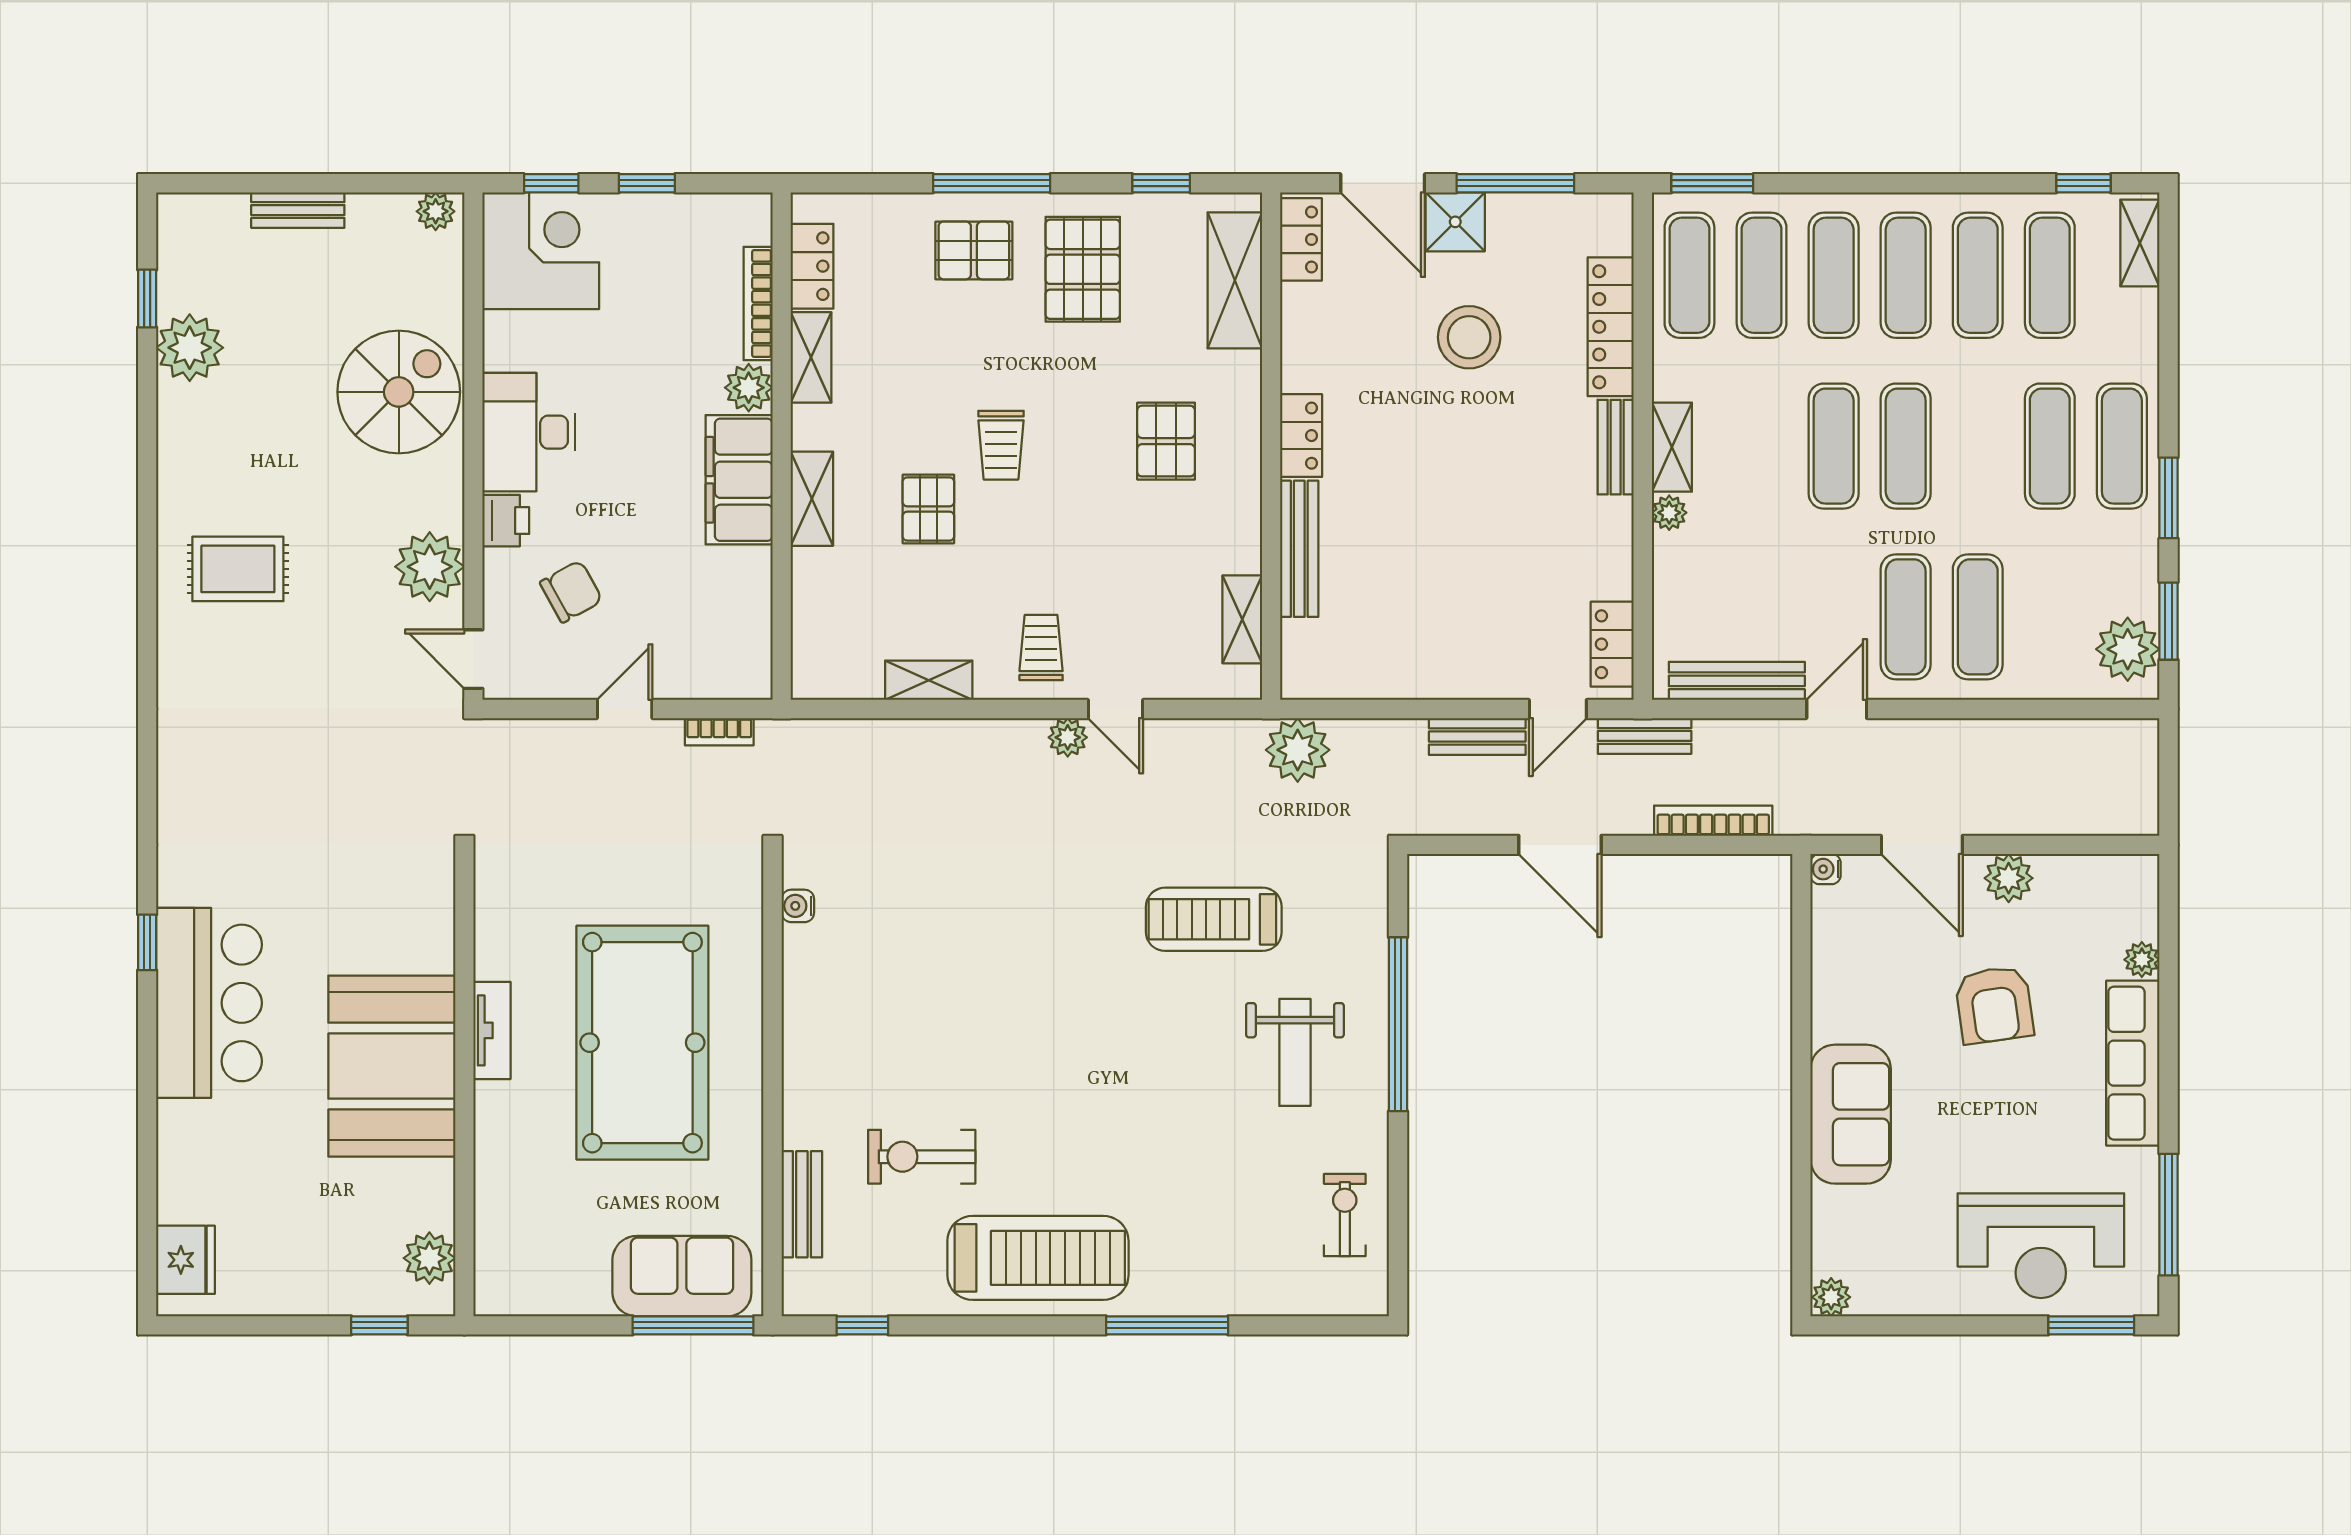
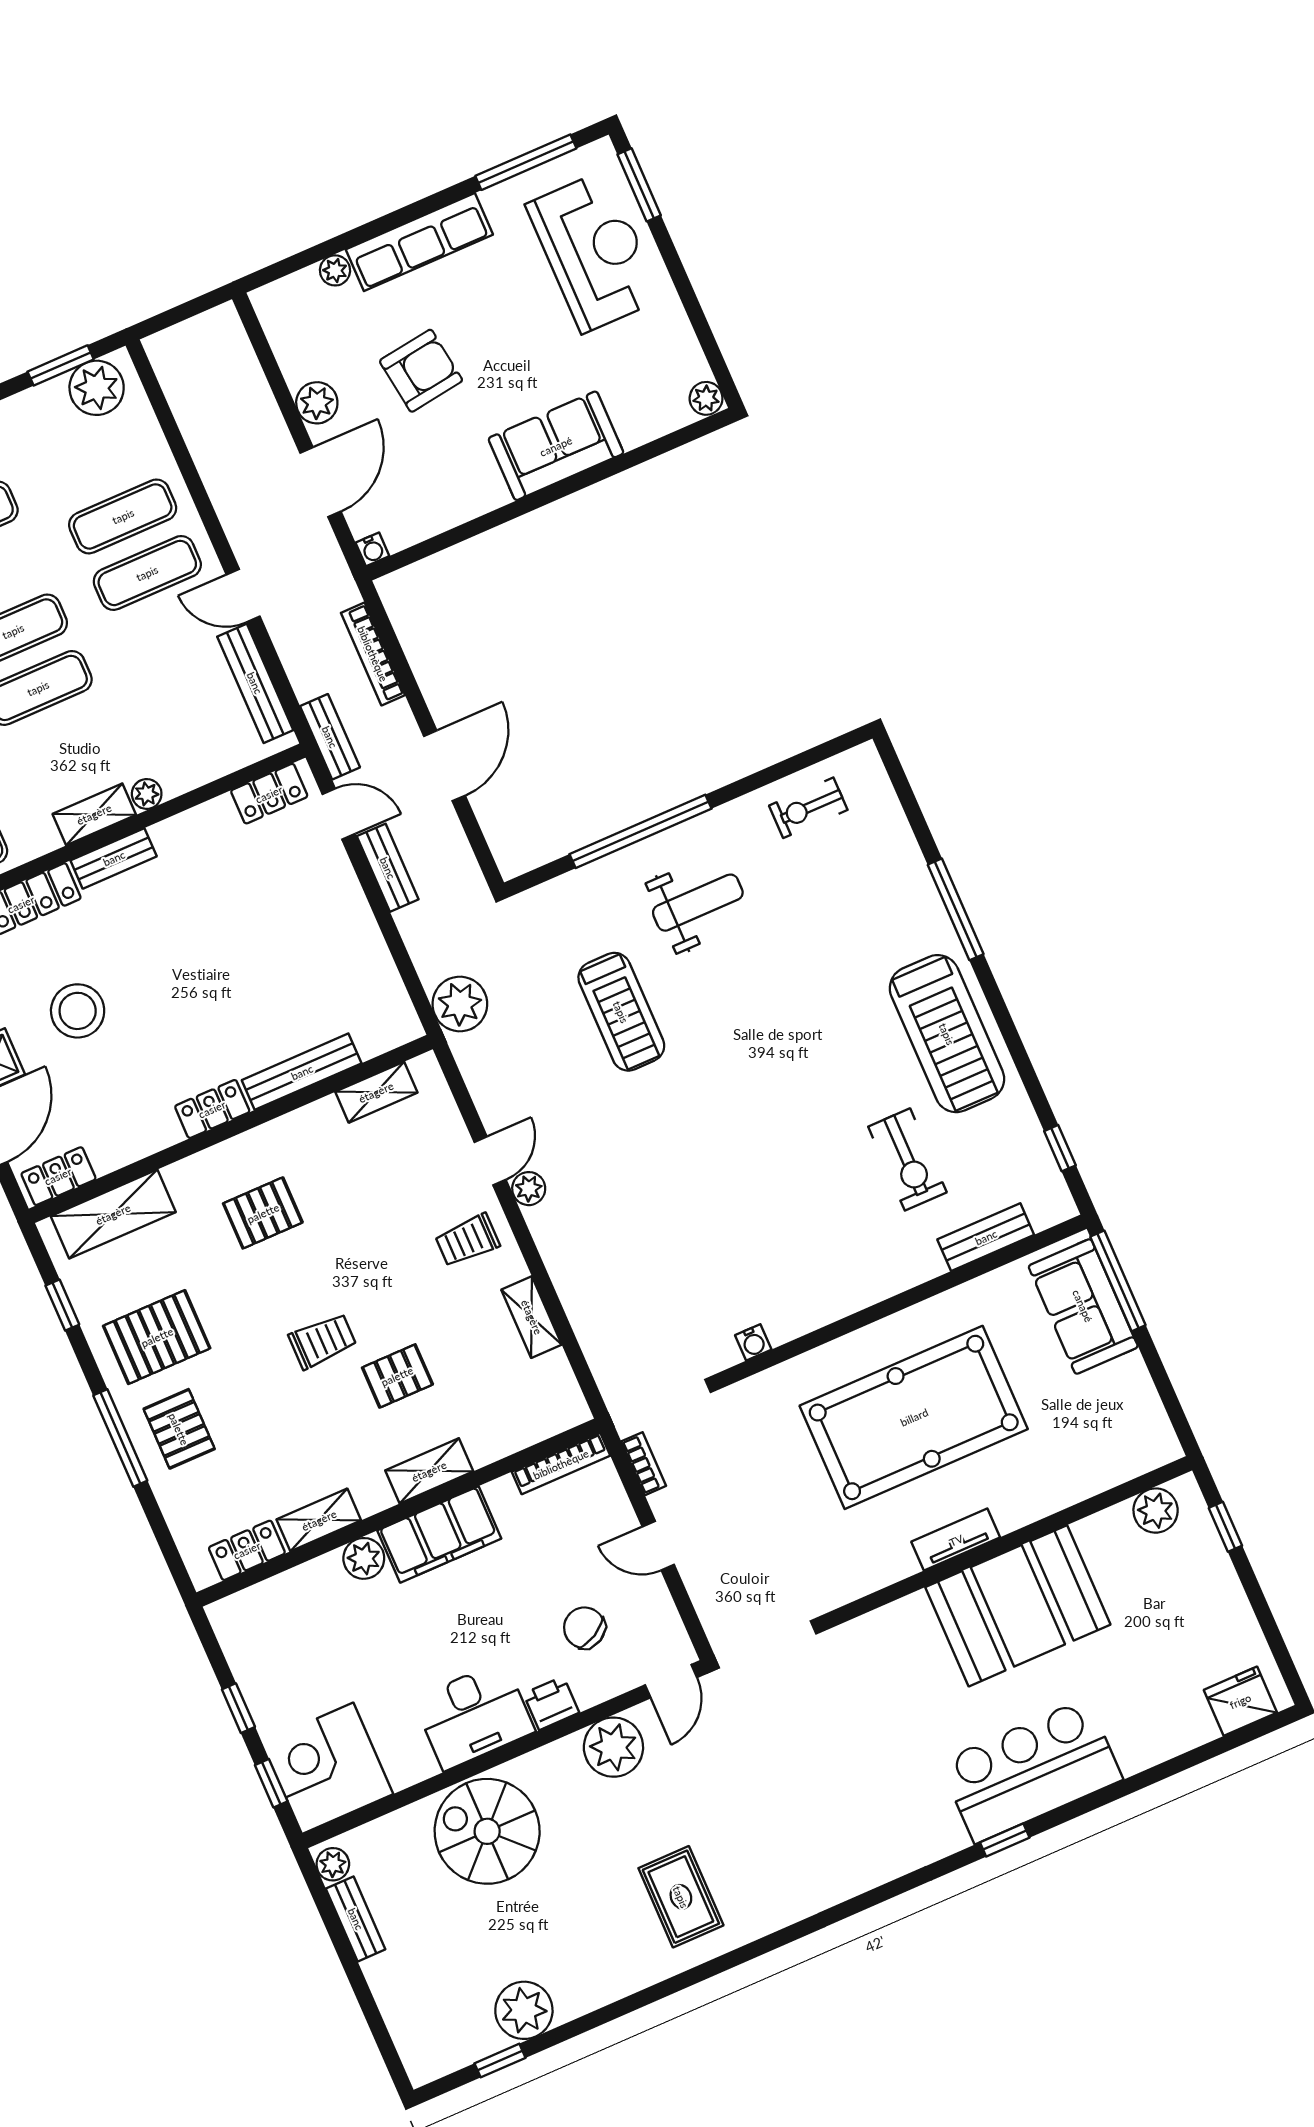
bench: (298, 210) -> (356, 1919), moved
bookcase: (758, 303) -> (561, 1464), moved
treadmill: (1038, 1258) -> (947, 1034), turned 180

